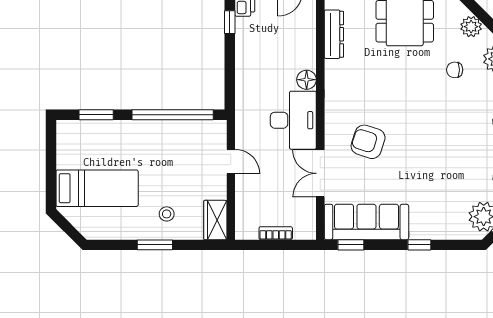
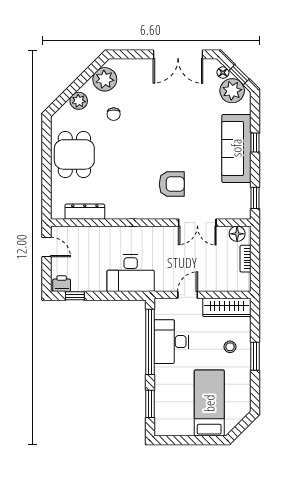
floor lamp: (307, 80) -> (237, 234), moved
desk: (293, 120) -> (131, 273), moved, turned 180
desk: (173, 141) -> (171, 342), added
armchair: (368, 142) -> (172, 184), turned -108
wardrobe: (215, 220) -> (227, 307), width x1.50
sofa: (366, 222) -> (236, 148), moved

